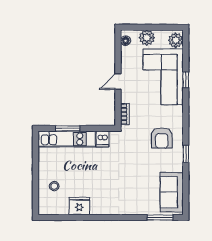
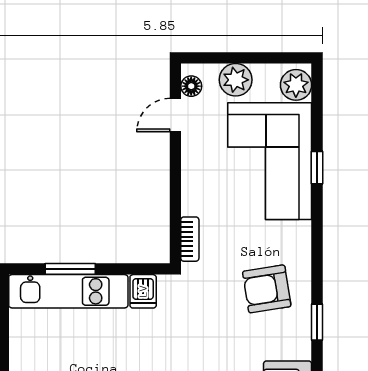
door: (118, 81) -> (175, 115), moved
armchair: (162, 138) -> (267, 289), turned 81

